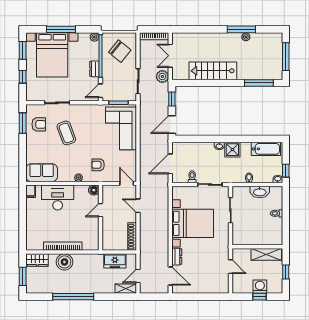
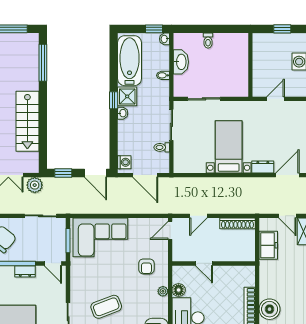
window: (229, 139) -> (114, 100), added
washing machine: (180, 147) -> (124, 162), added
bathtub: (266, 149) -> (130, 61), width x1.36, depth x1.36
floor lamp: (94, 190) -> (179, 290), moved
bed with nightstands: (193, 223) -> (229, 147), width x0.73
shelving: (266, 254) -> (260, 54), removed

